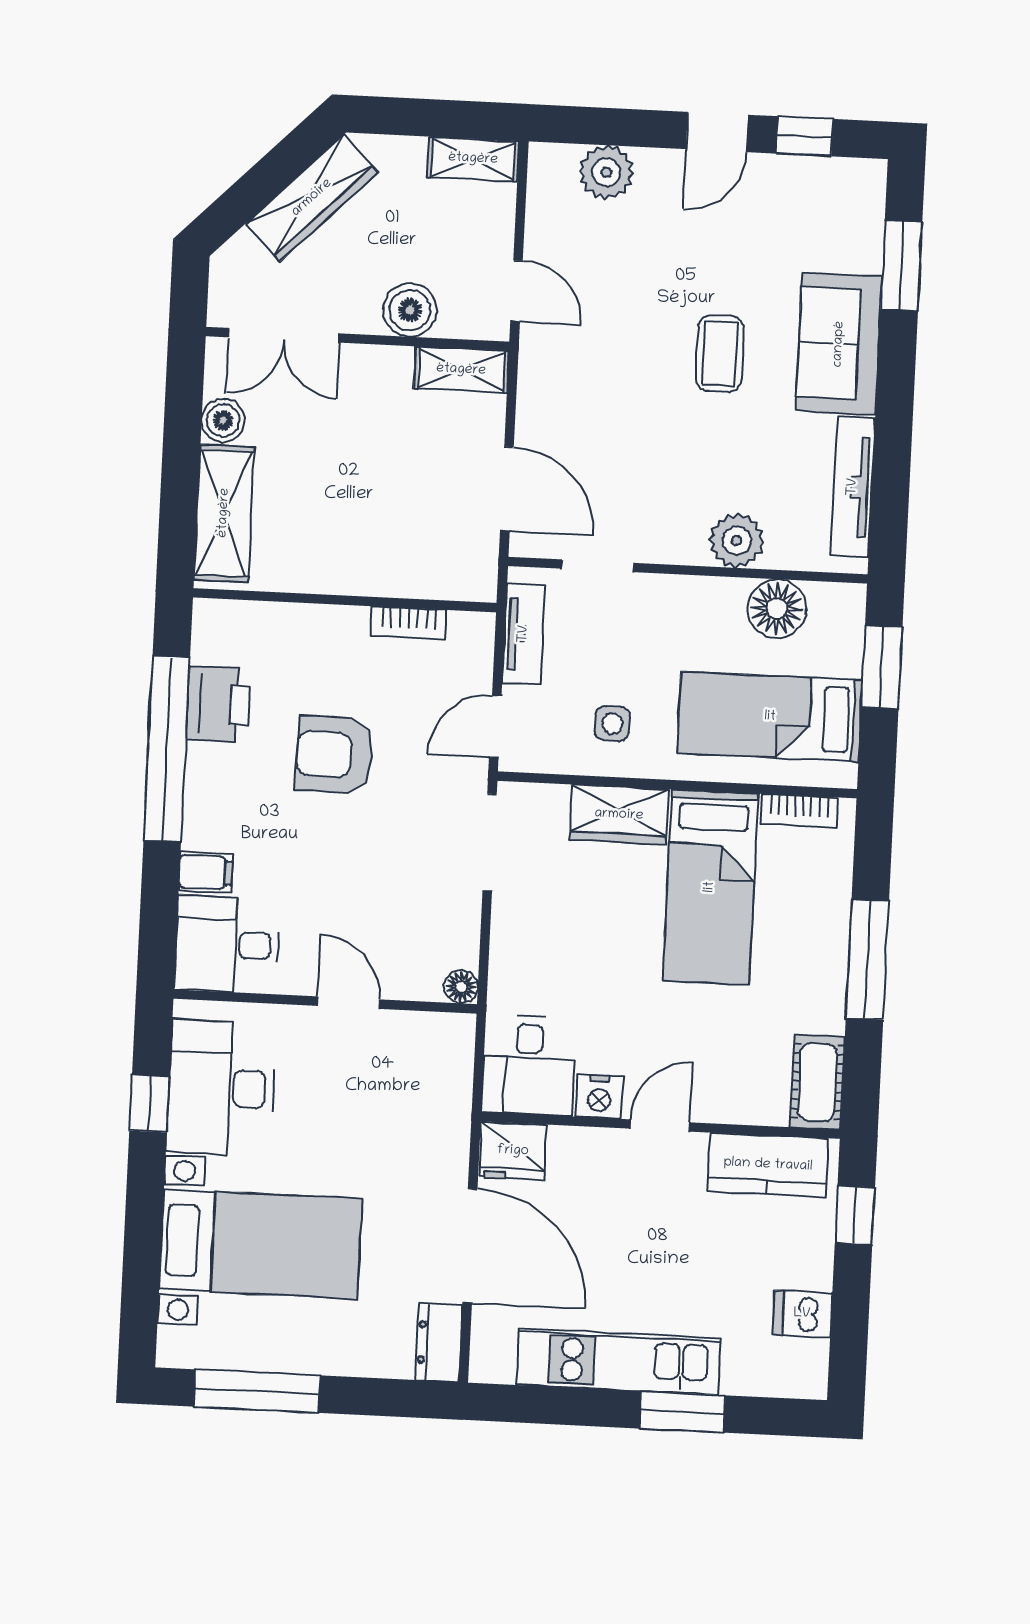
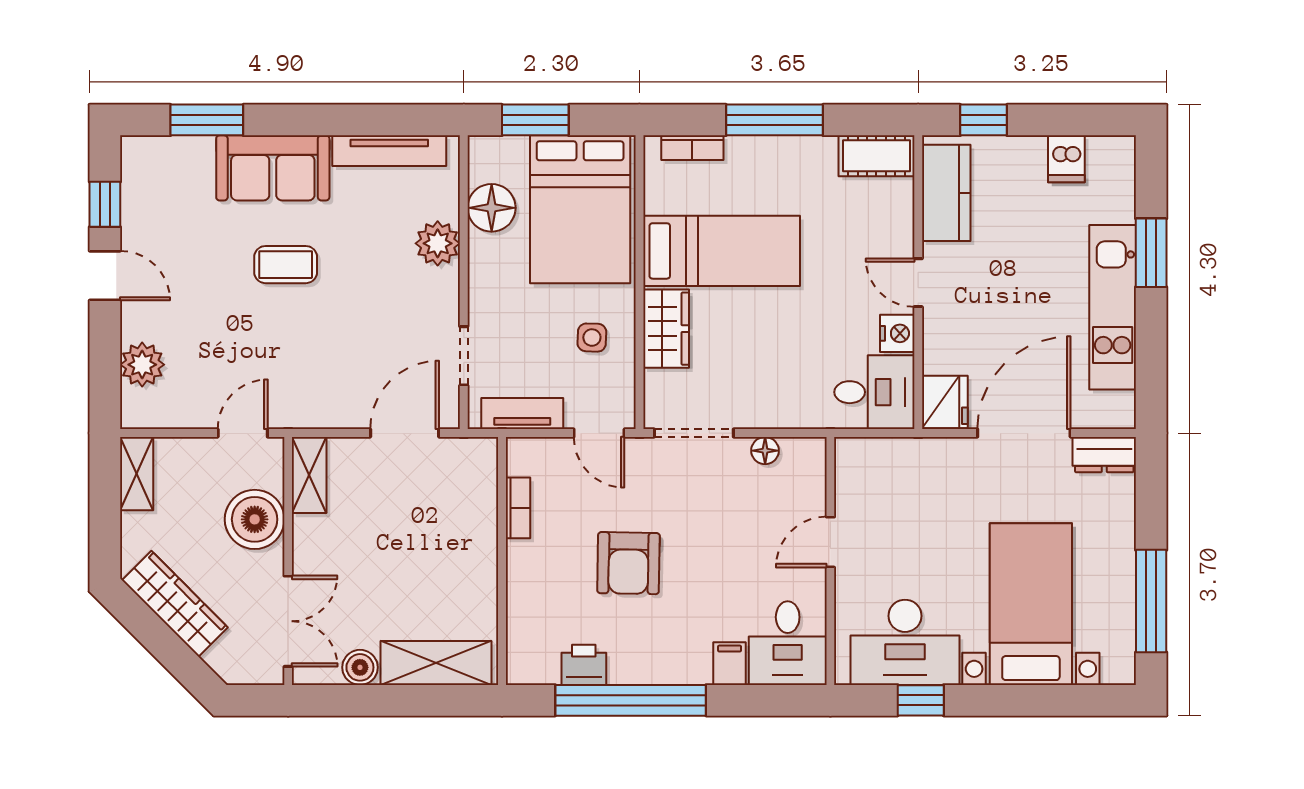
boiler: (410, 310) -> (255, 519), width x1.37, depth x1.37
printer: (218, 704) -> (584, 665), width x0.73, depth x0.81
bed: (770, 717) -> (580, 209), width x1.50
bookcase: (799, 811) -> (692, 148), moved, turned 90
floor lamp: (461, 987) -> (765, 451), moved

